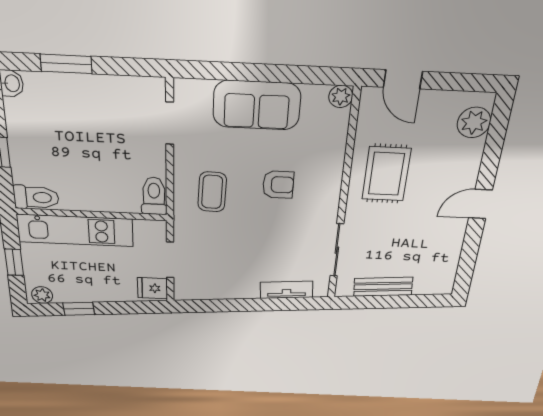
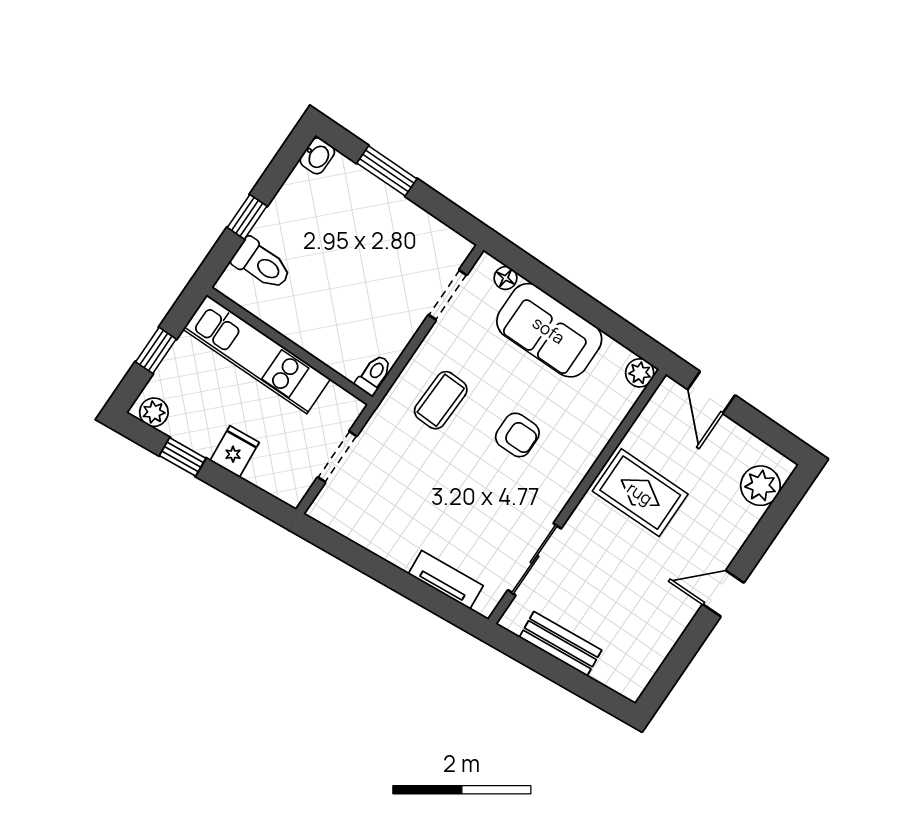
floor lamp: (202, 88) -> (505, 278), added
rug: (386, 174) -> (640, 493), turned 90
toilet: (154, 196) -> (374, 375), width x0.73, depth x0.72
toilet: (36, 197) -> (262, 264), moved
fridge: (152, 288) -> (235, 451), moved, turned 85

